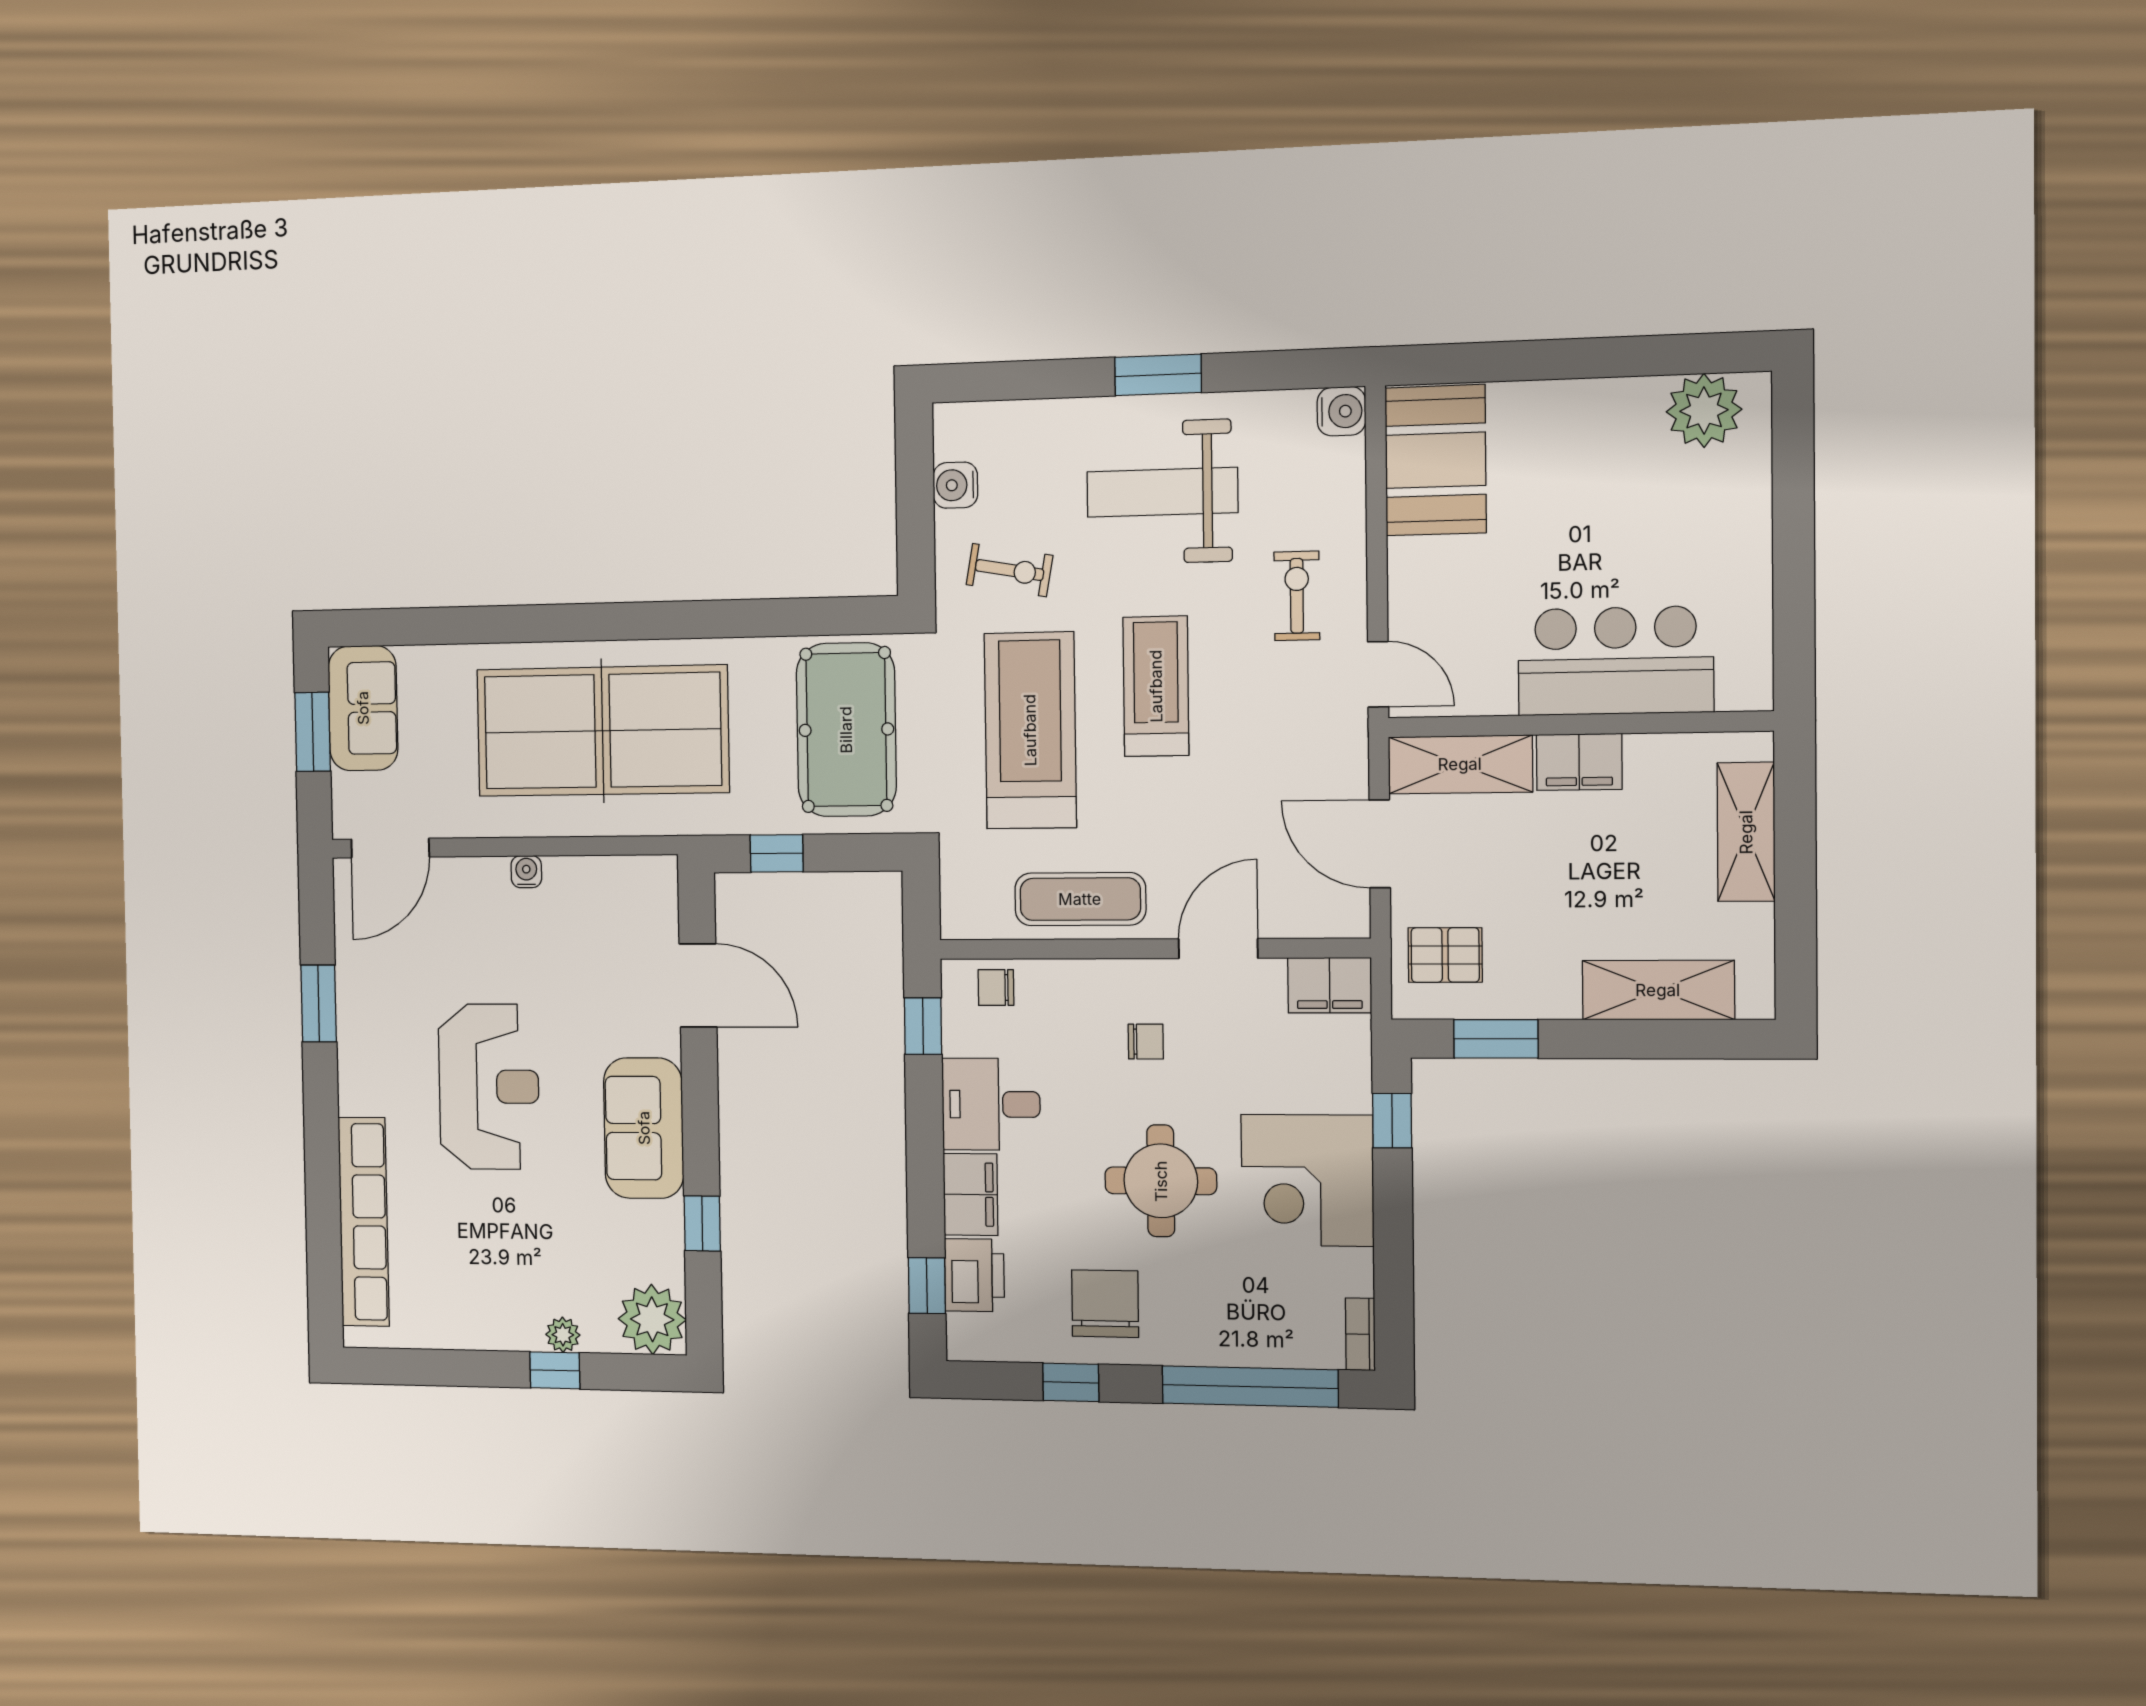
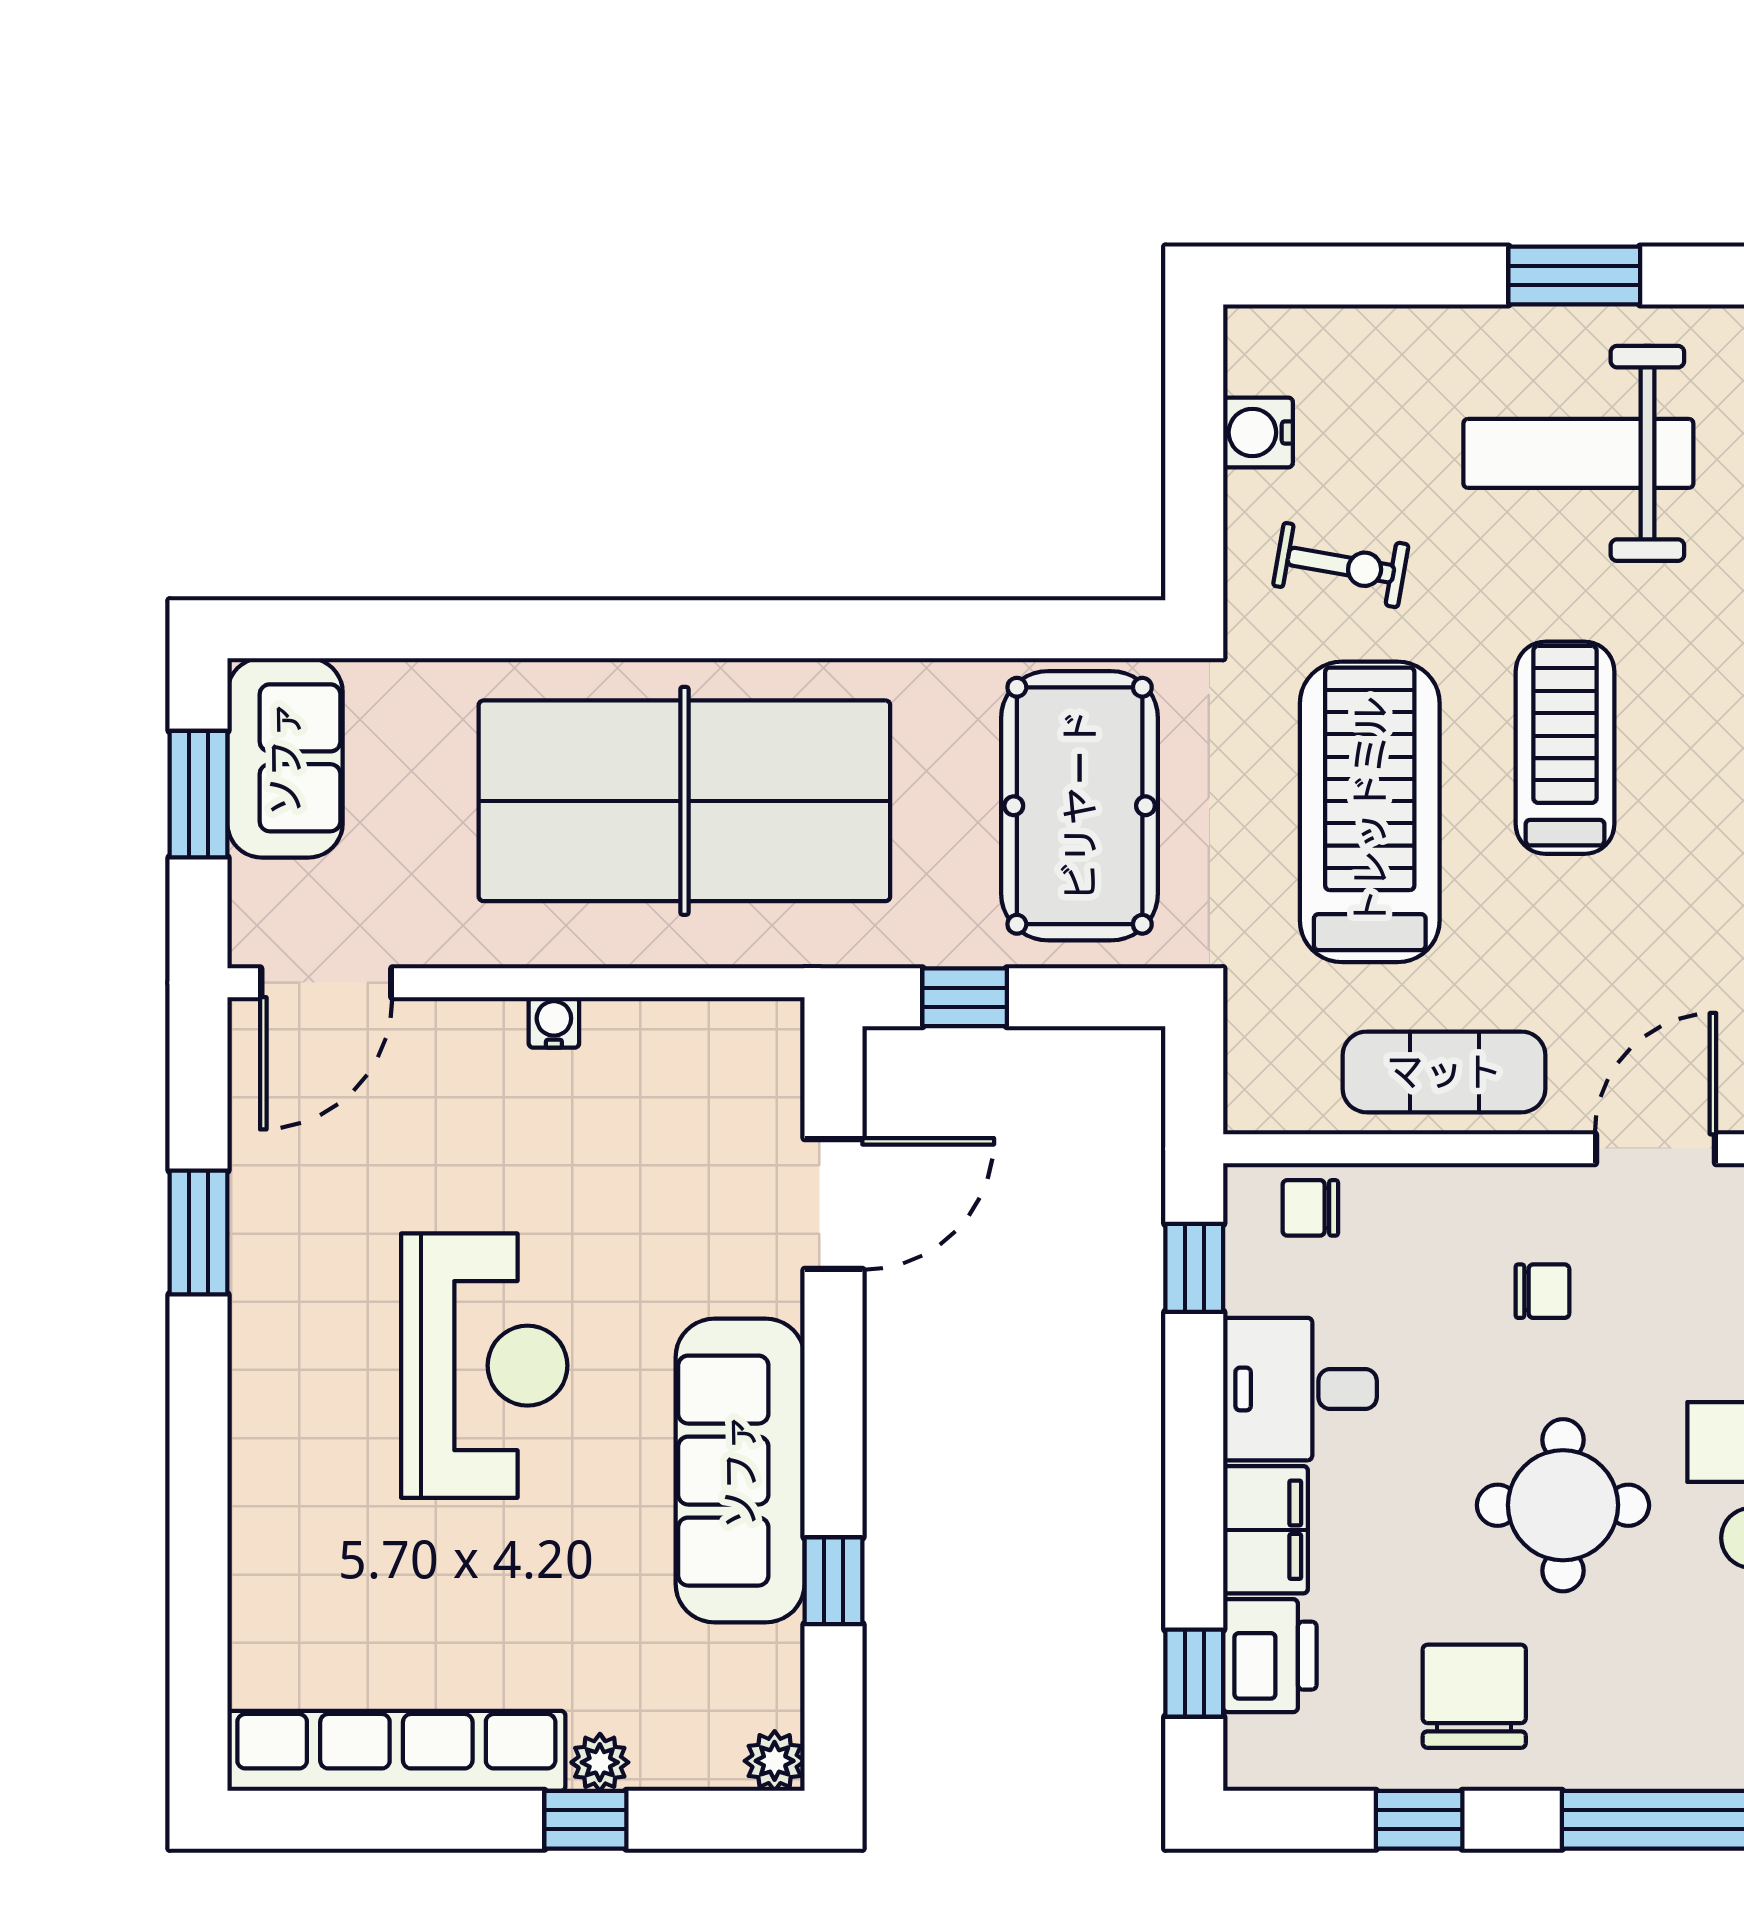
door: (698, 985) -> (833, 1204), hinge flipped
sofa: (644, 1128) -> (740, 1471), width x1.36
row of seats: (364, 1222) -> (396, 1751), moved, turned -90
plant: (652, 1319) -> (775, 1761), width x0.53, depth x0.53

